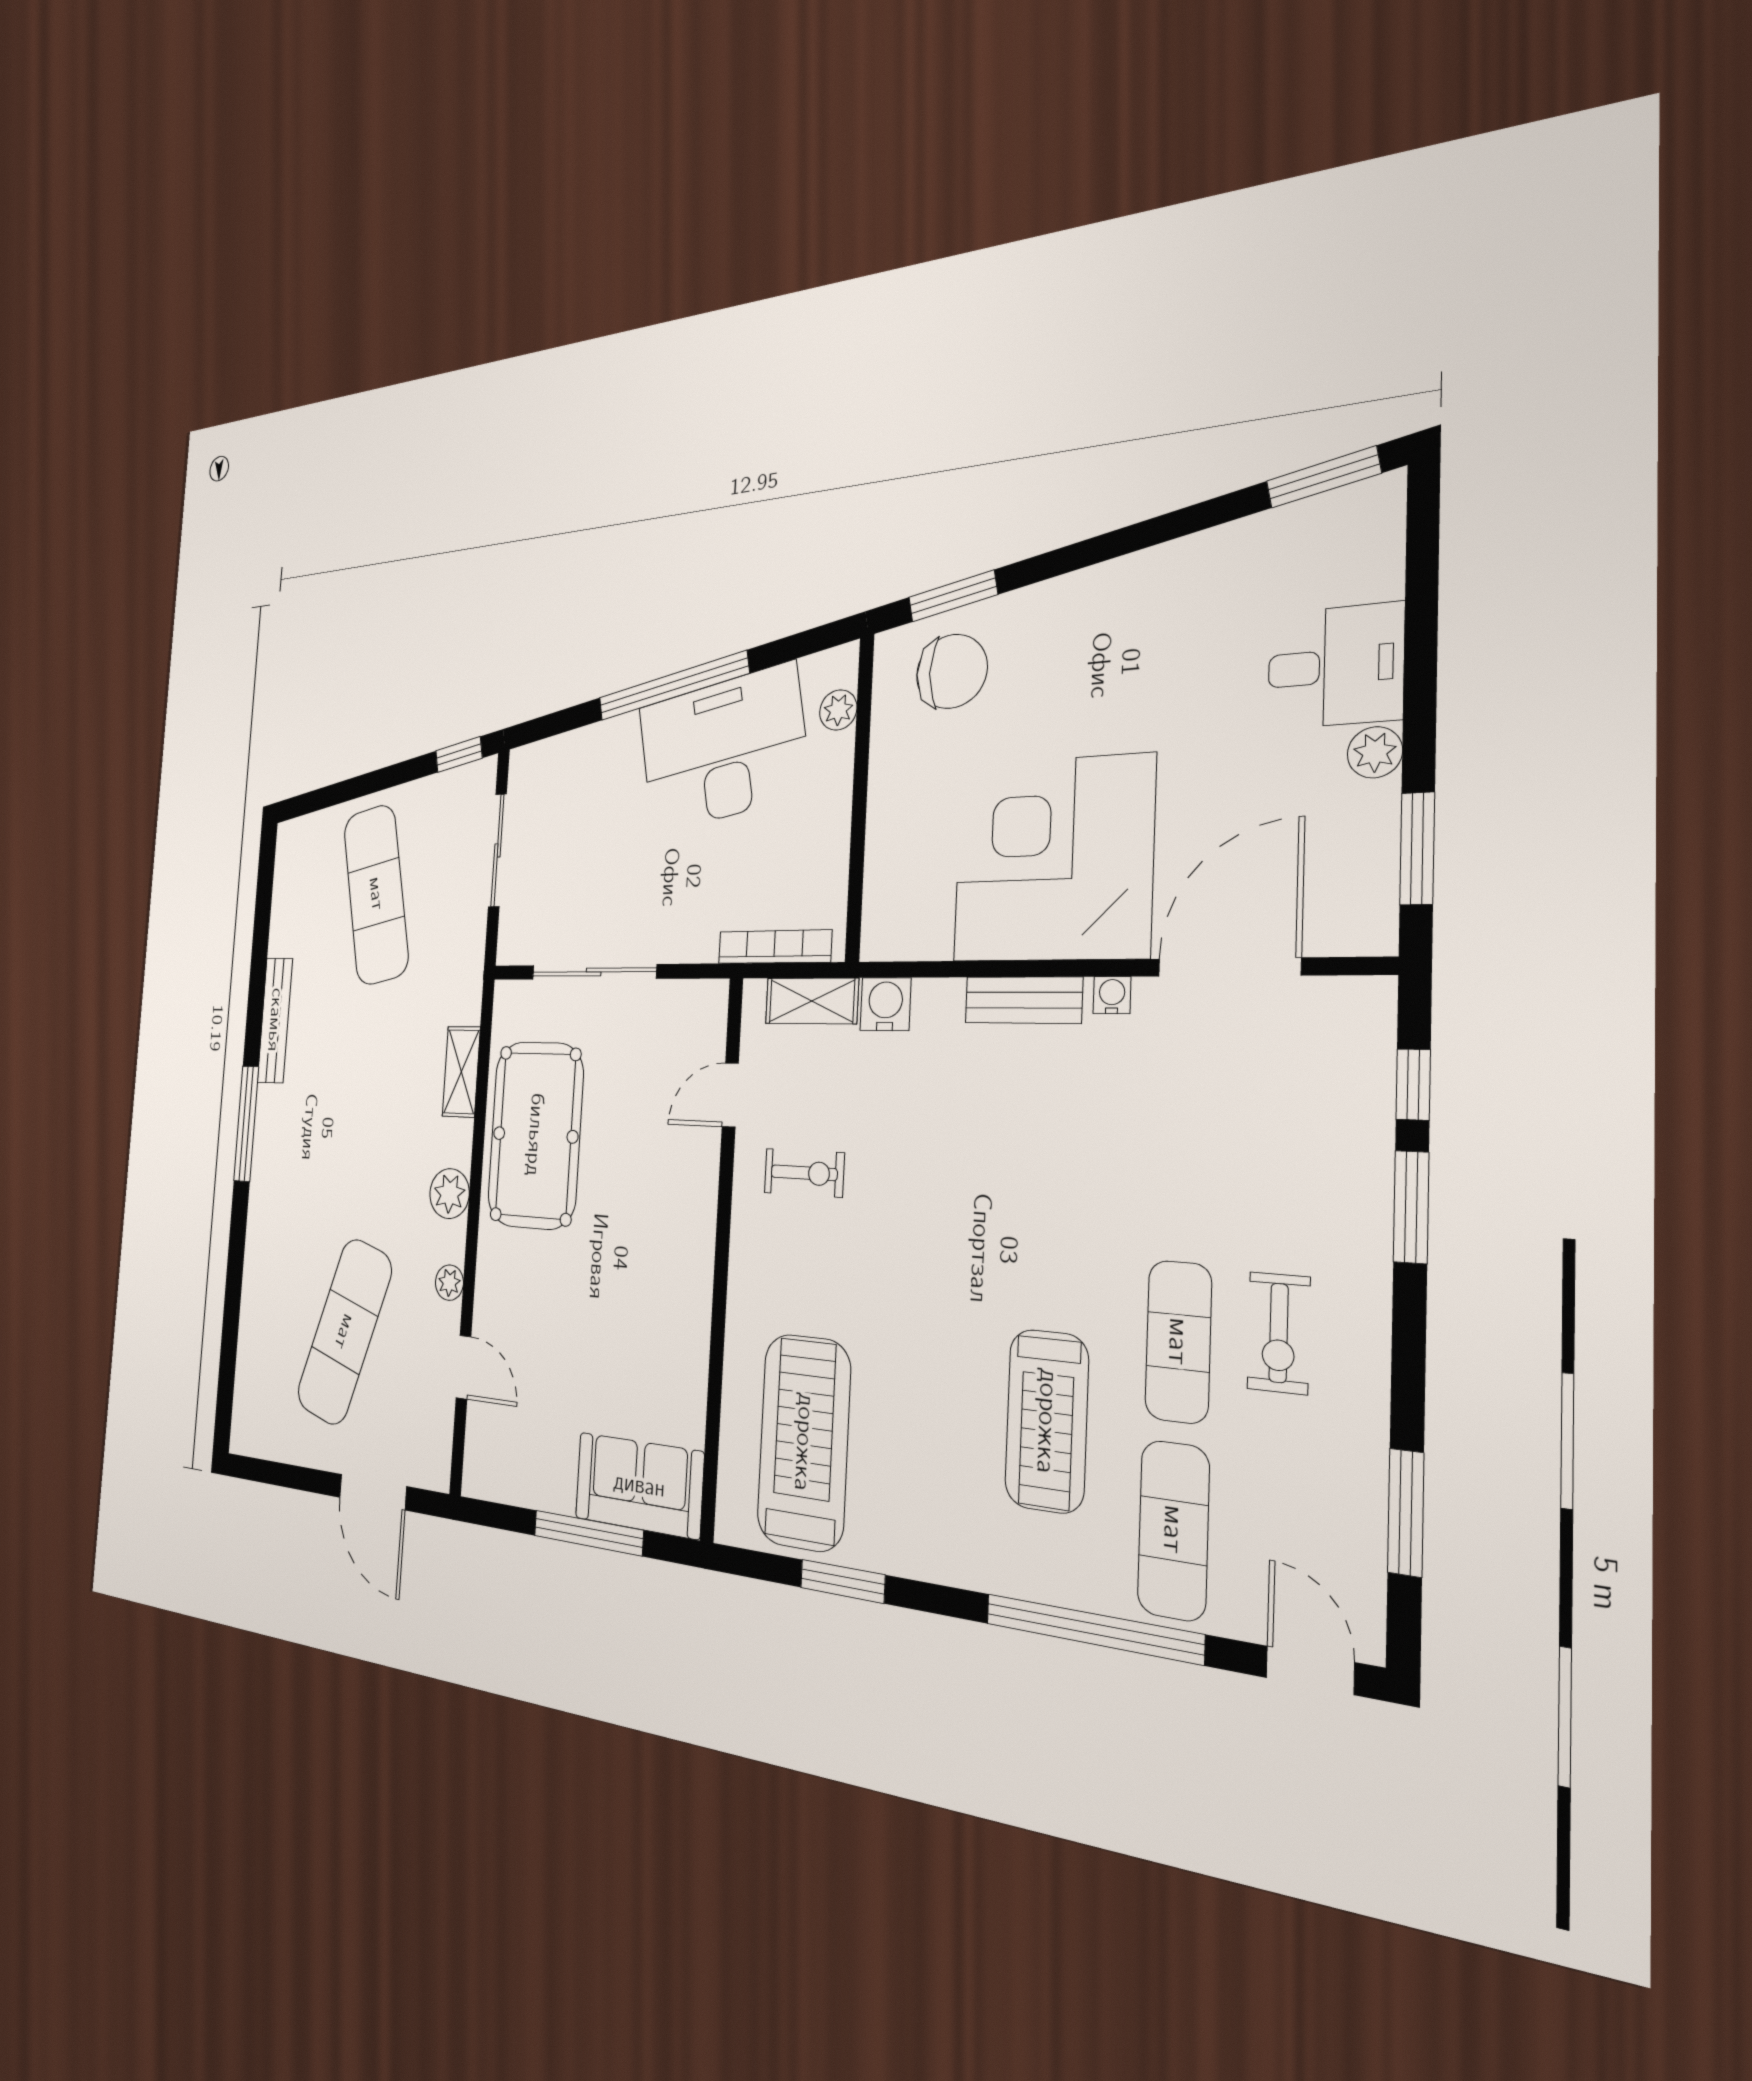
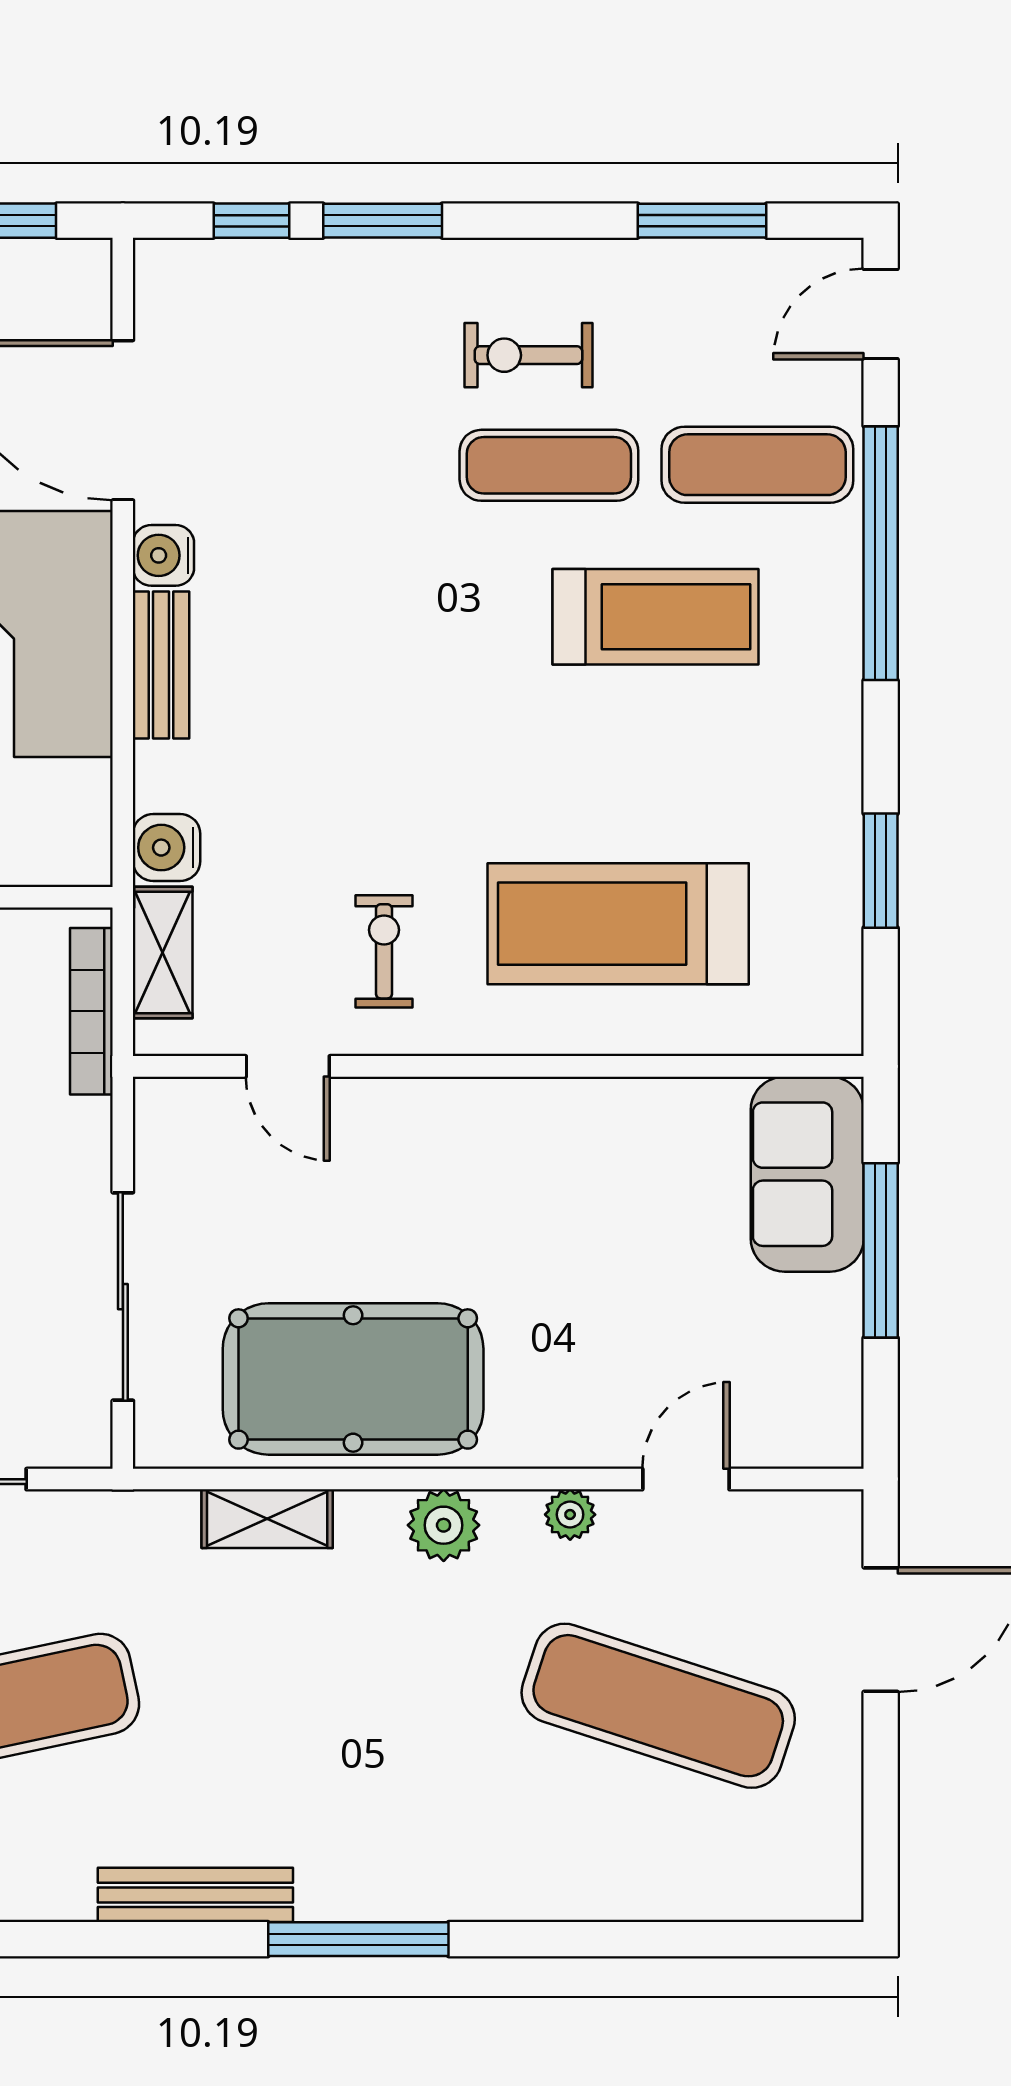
water cooler: (1112, 995) -> (163, 555), width x1.38, depth x1.38
exercise bike: (1279, 1333) -> (528, 355), turned 180
treadmill: (804, 1442) -> (618, 924), moved

